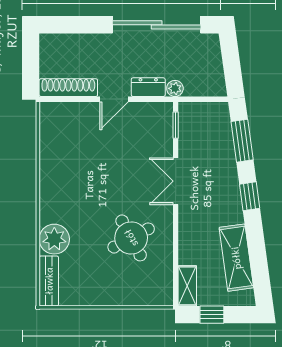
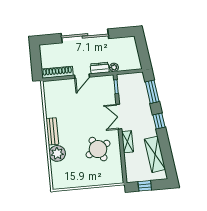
sliding door: (157, 25) -> (85, 36), moved
bench: (49, 281) -> (52, 131), moved
shelving: (187, 286) -> (127, 142), moved

